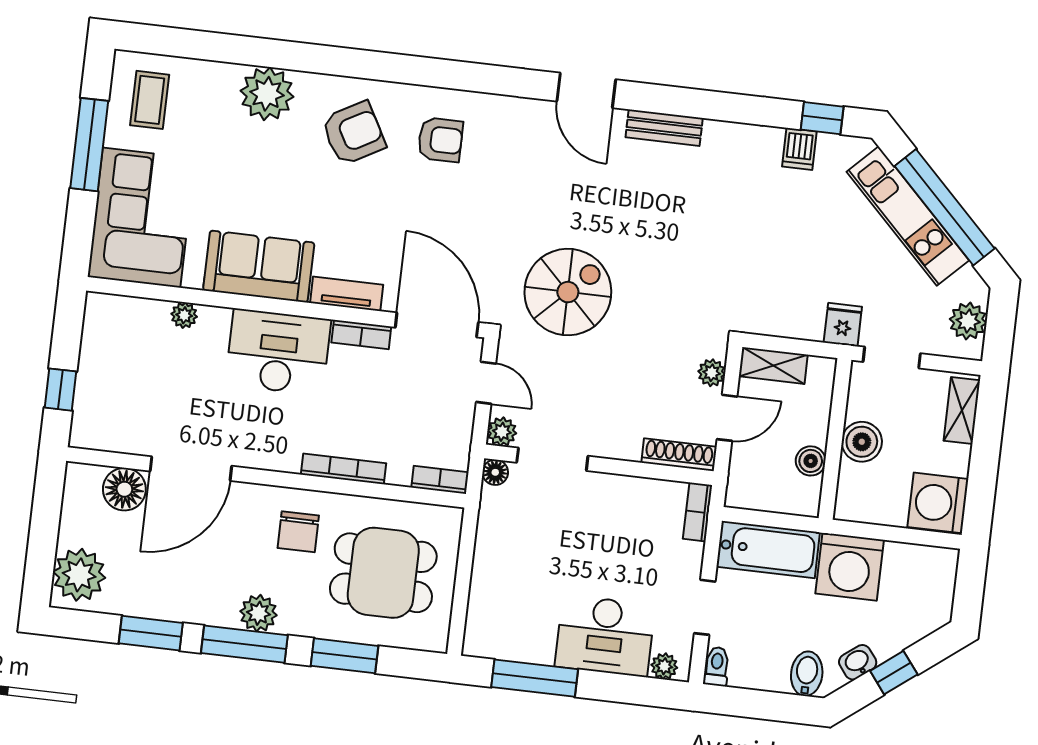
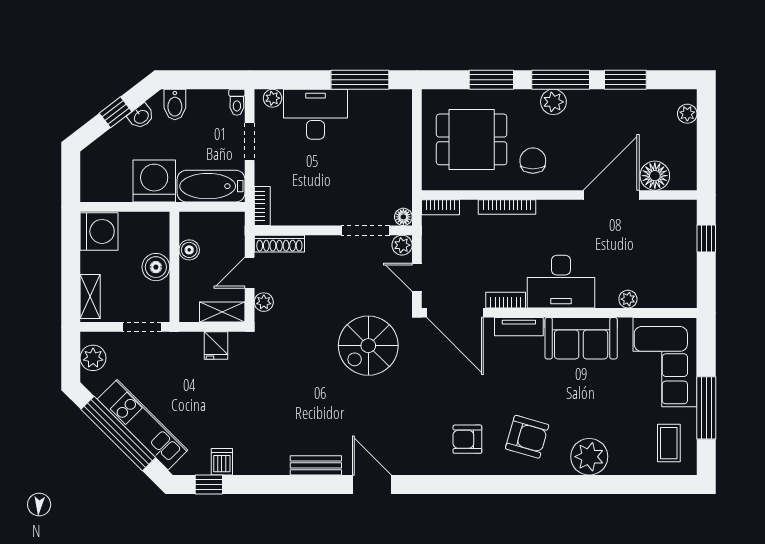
armchair: (354, 133) -> (527, 437), turned -135
fridge: (843, 325) -> (216, 345), moved
plant: (79, 575) -> (687, 114), width x0.53, depth x0.53

